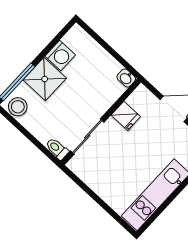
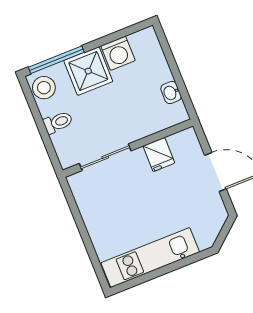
washbasin: (126, 78) -> (171, 92), moved
toilet: (57, 149) -> (58, 122), moved, turned 90

